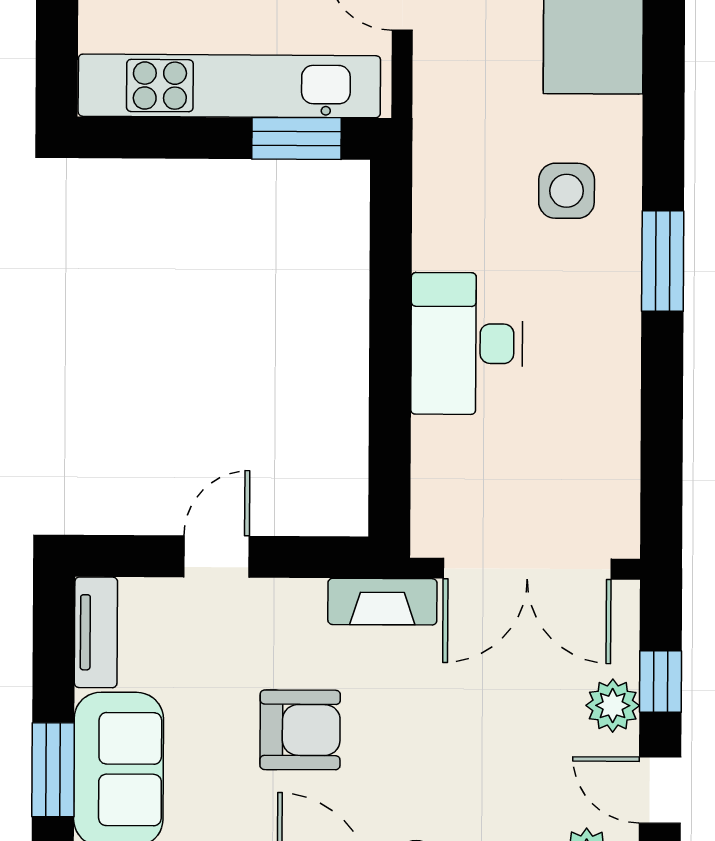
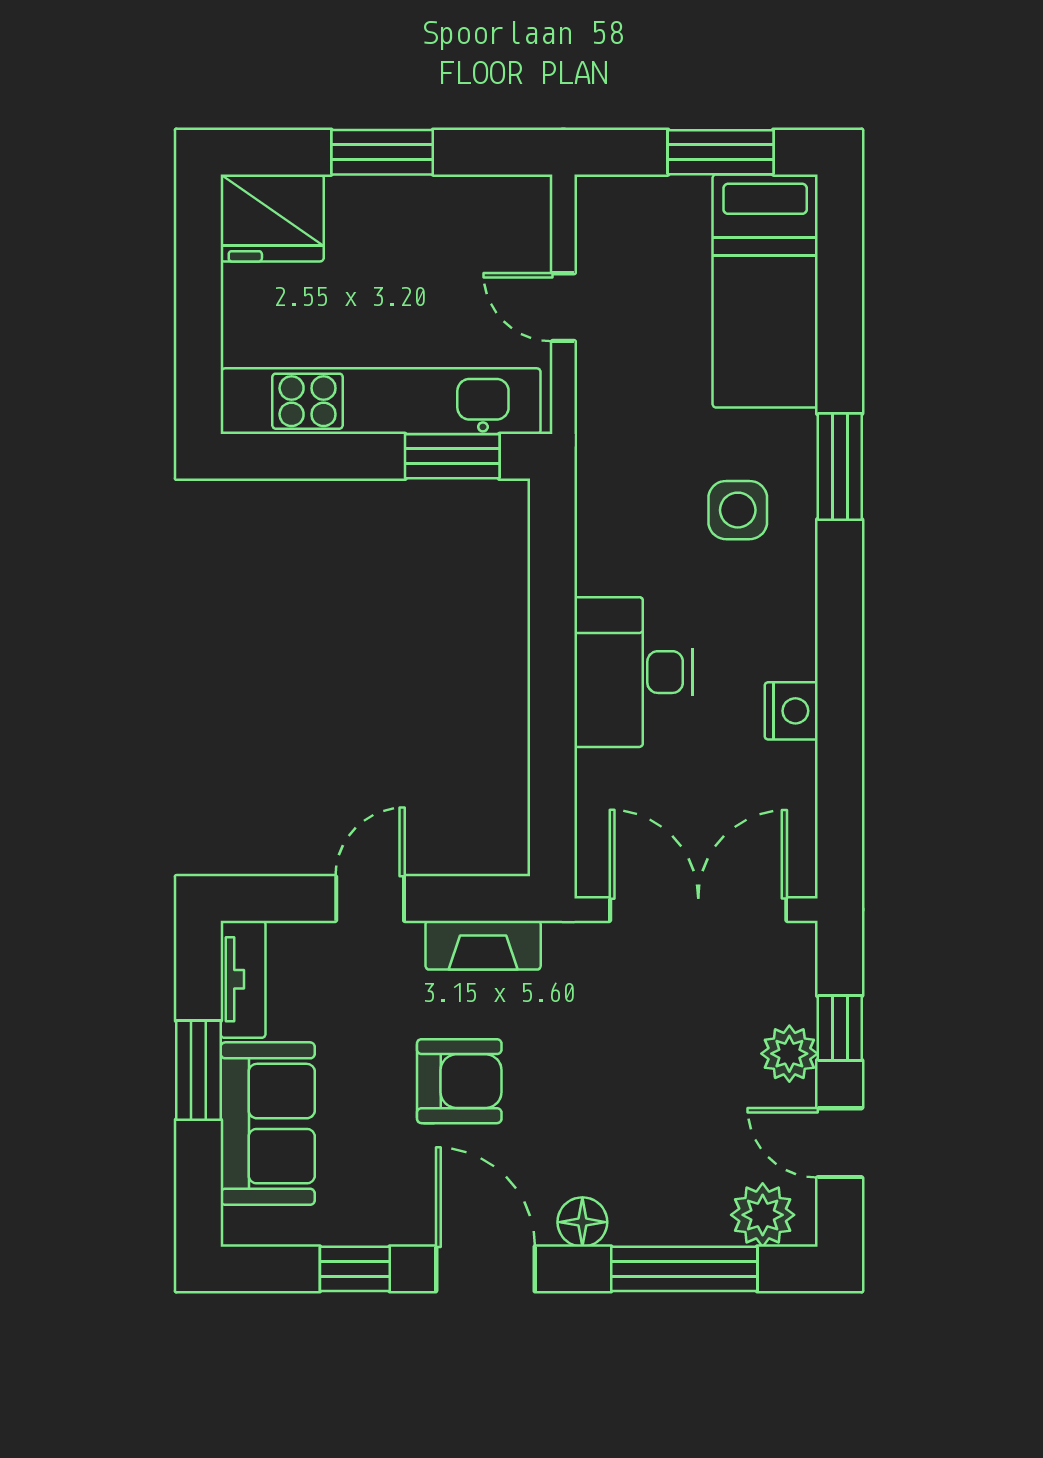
window: (663, 261) -> (840, 467), moved
nightstand: (616, 381) -> (791, 711), added
double door: (527, 569) -> (698, 910), swing flipped
fireplace: (382, 602) -> (483, 945), moved
window: (53, 770) -> (198, 1070), moved

